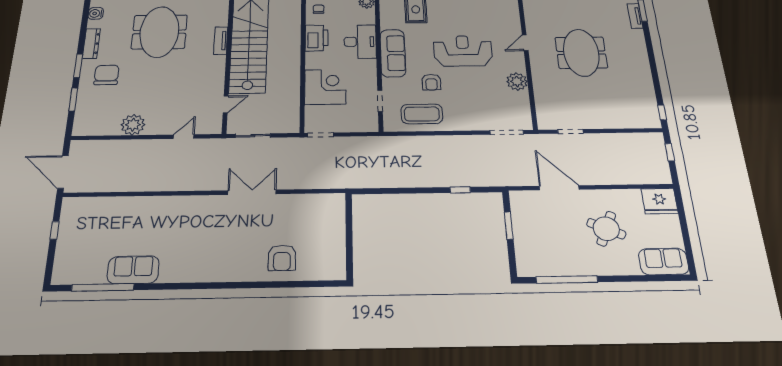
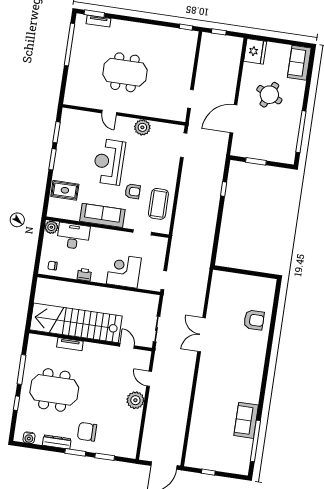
printer: (317, 38) -> (84, 275), width x0.53, depth x0.68
desk: (360, 42) -> (73, 236), moved
plant: (133, 125) -> (135, 400), moved

